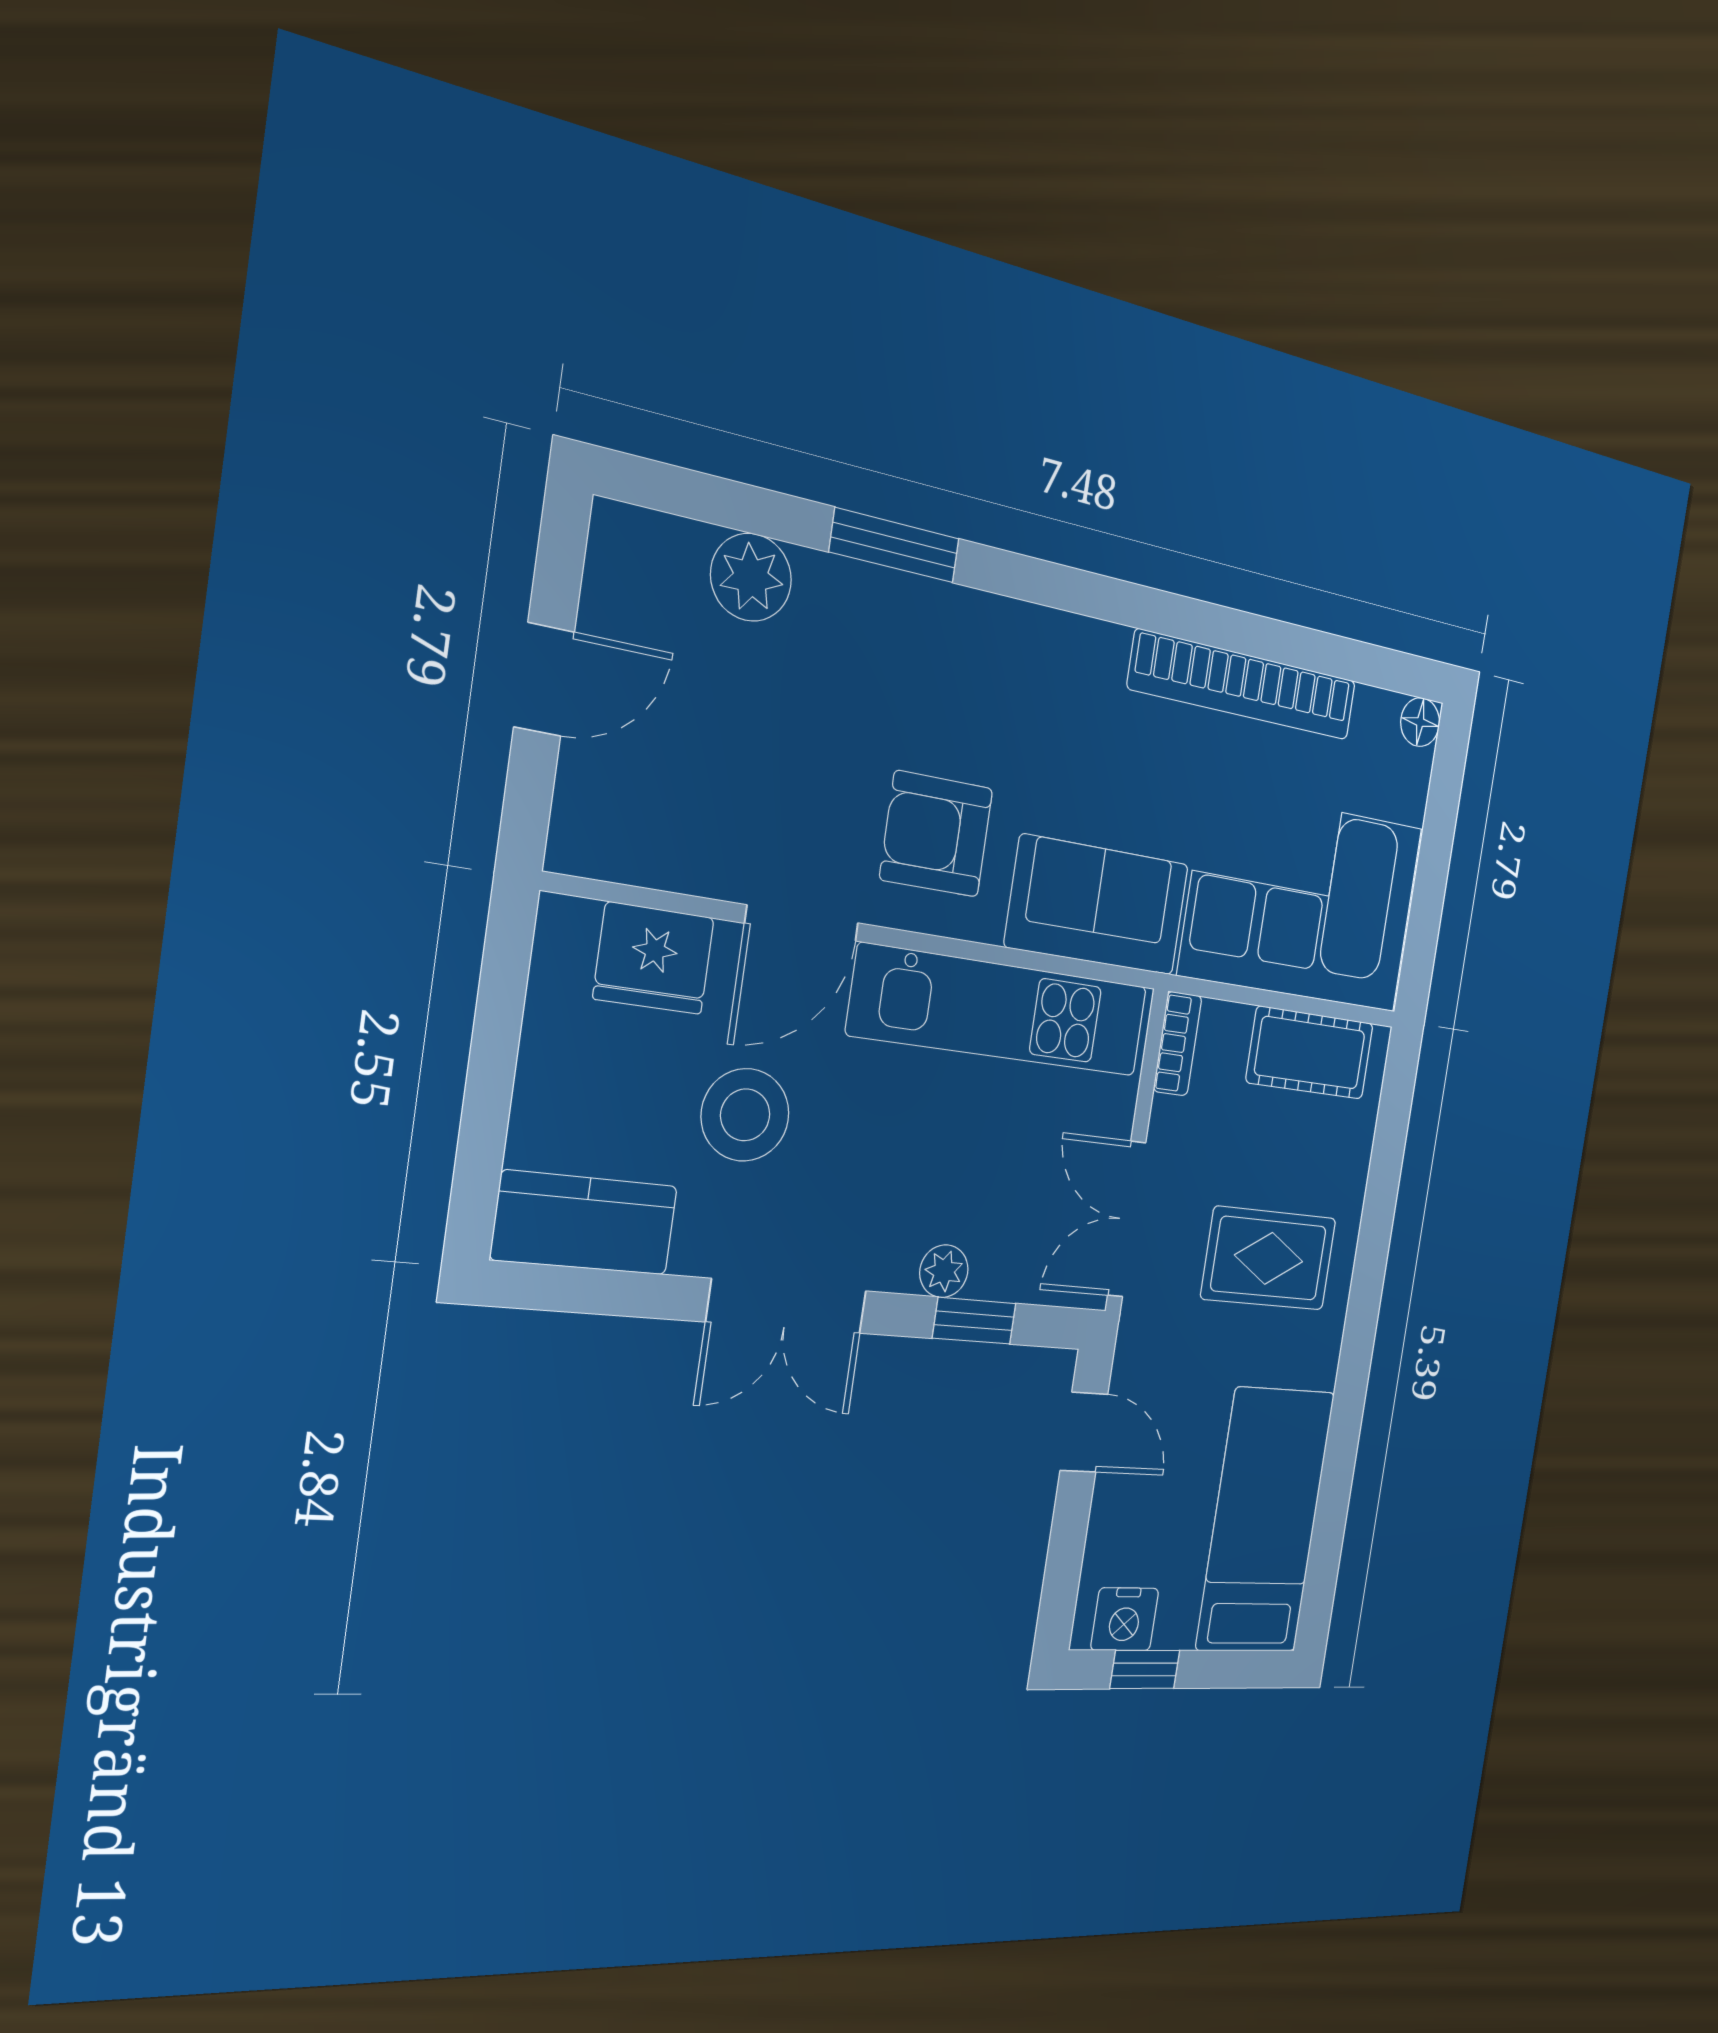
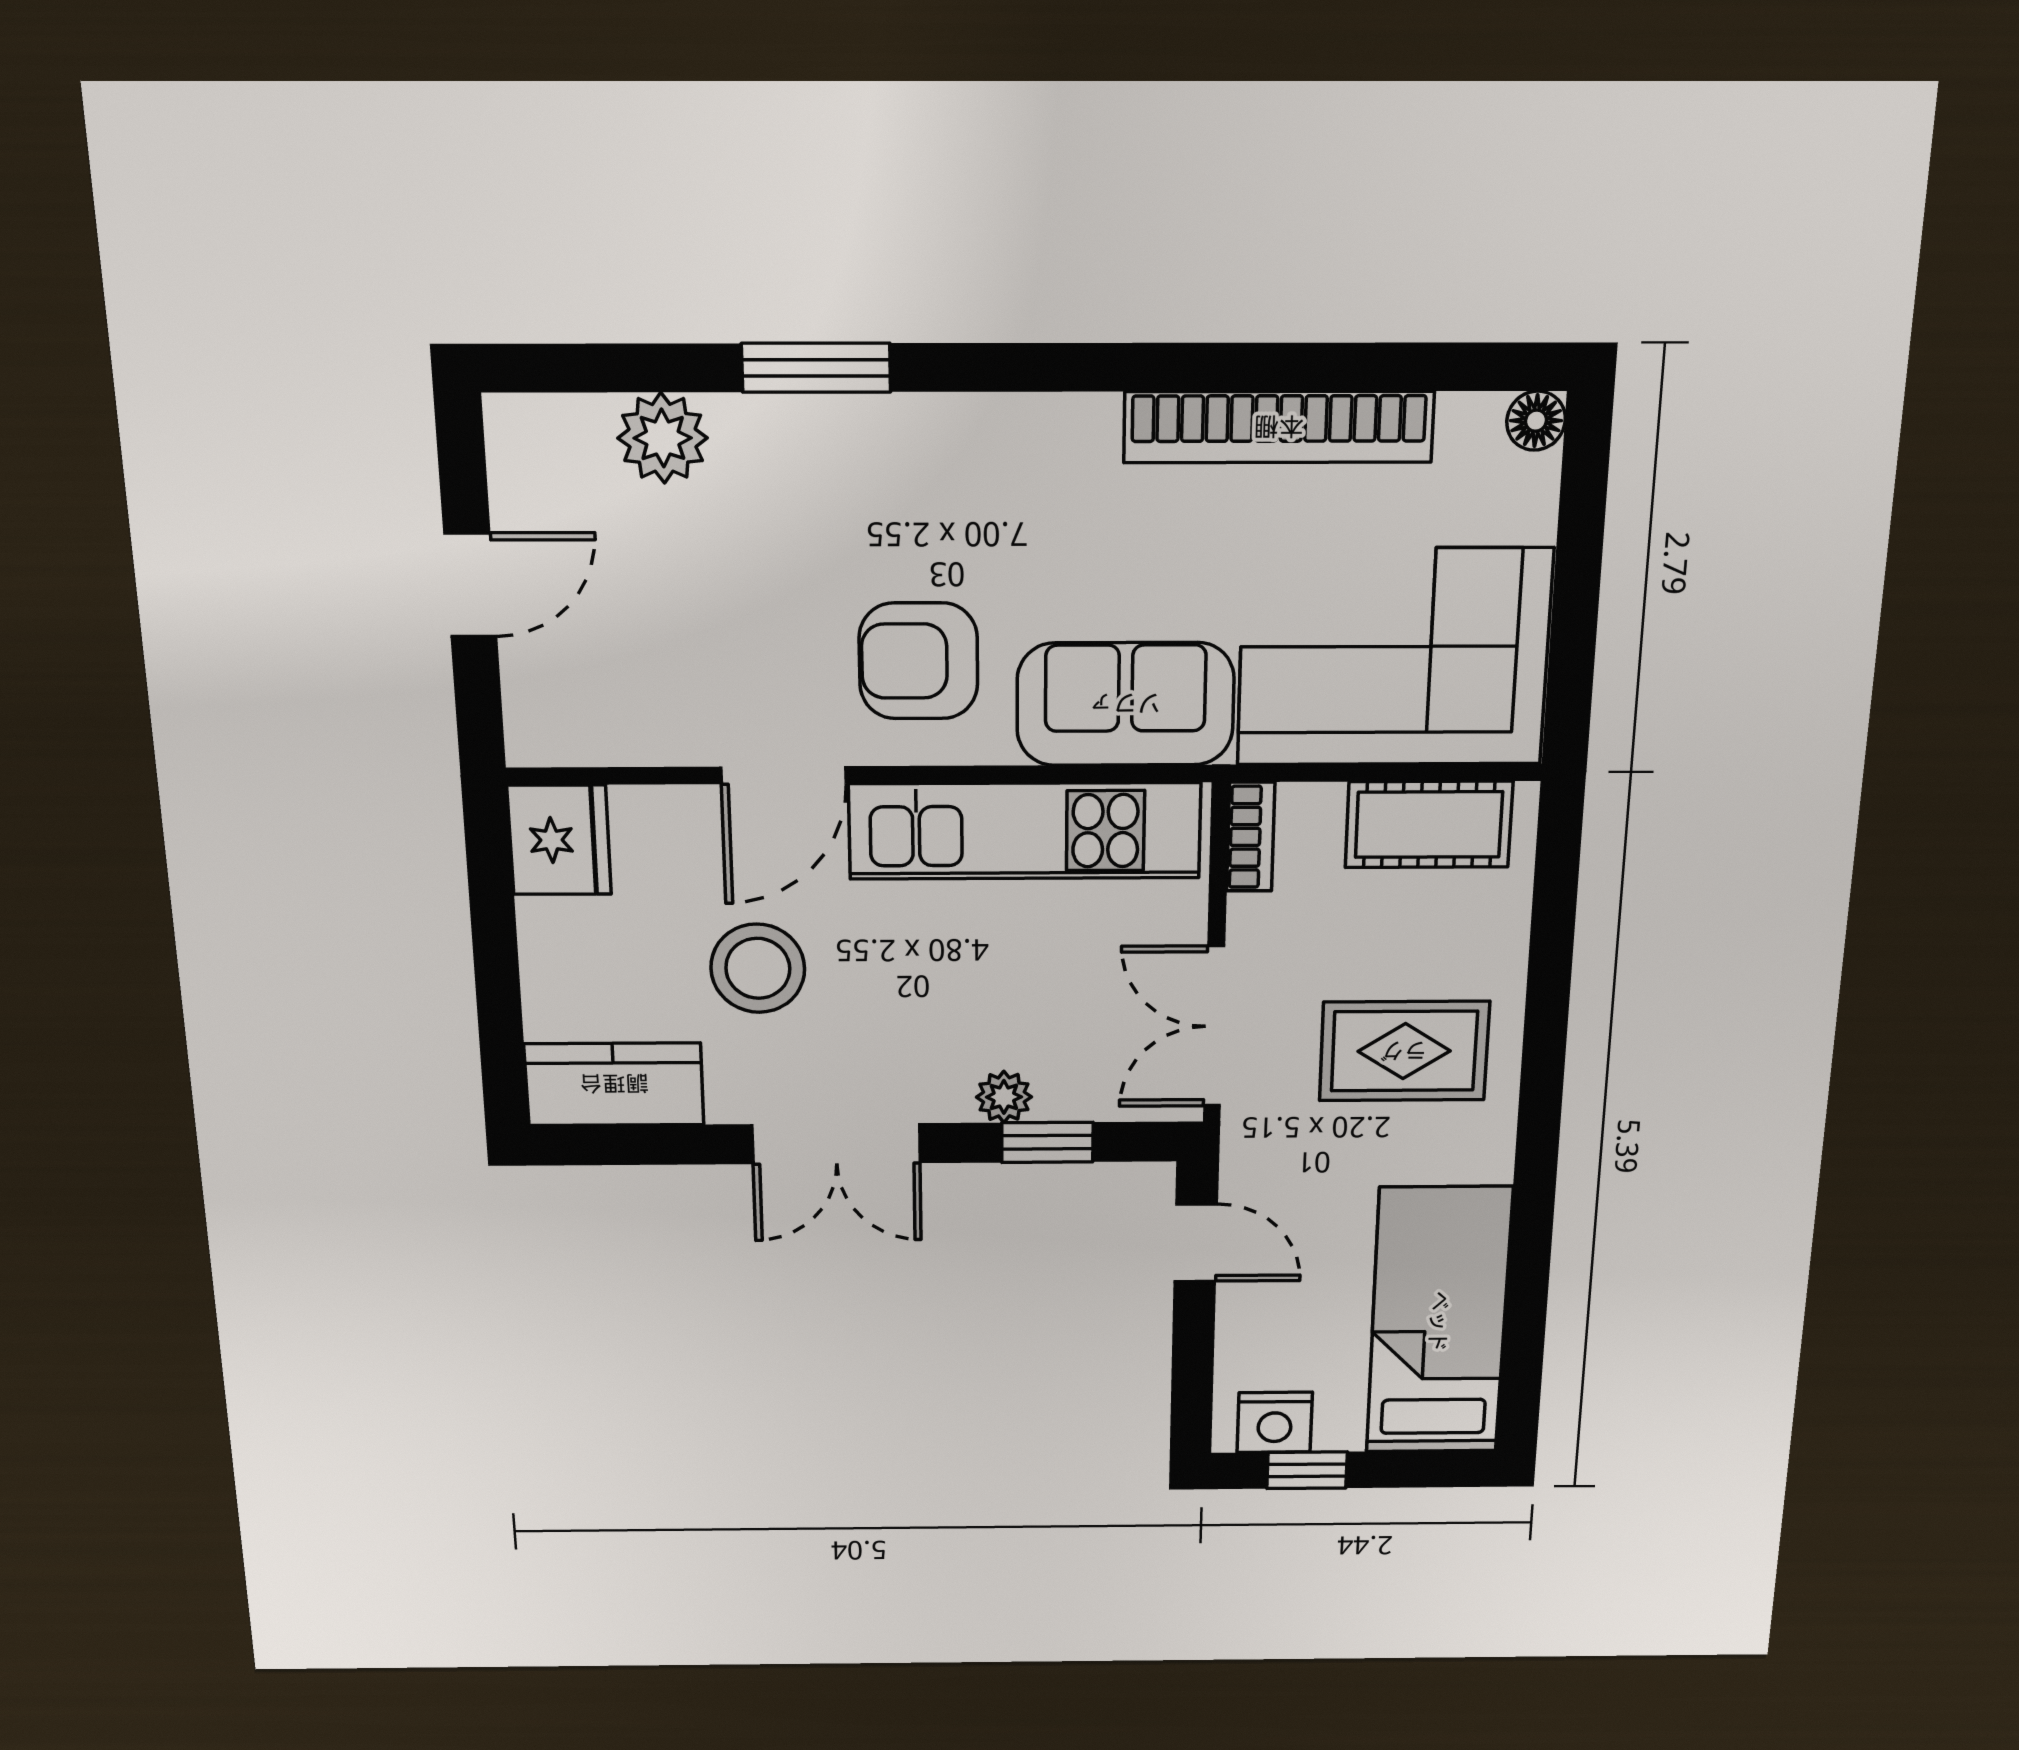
fridge: (654, 958) -> (559, 840), moved, turned -90

